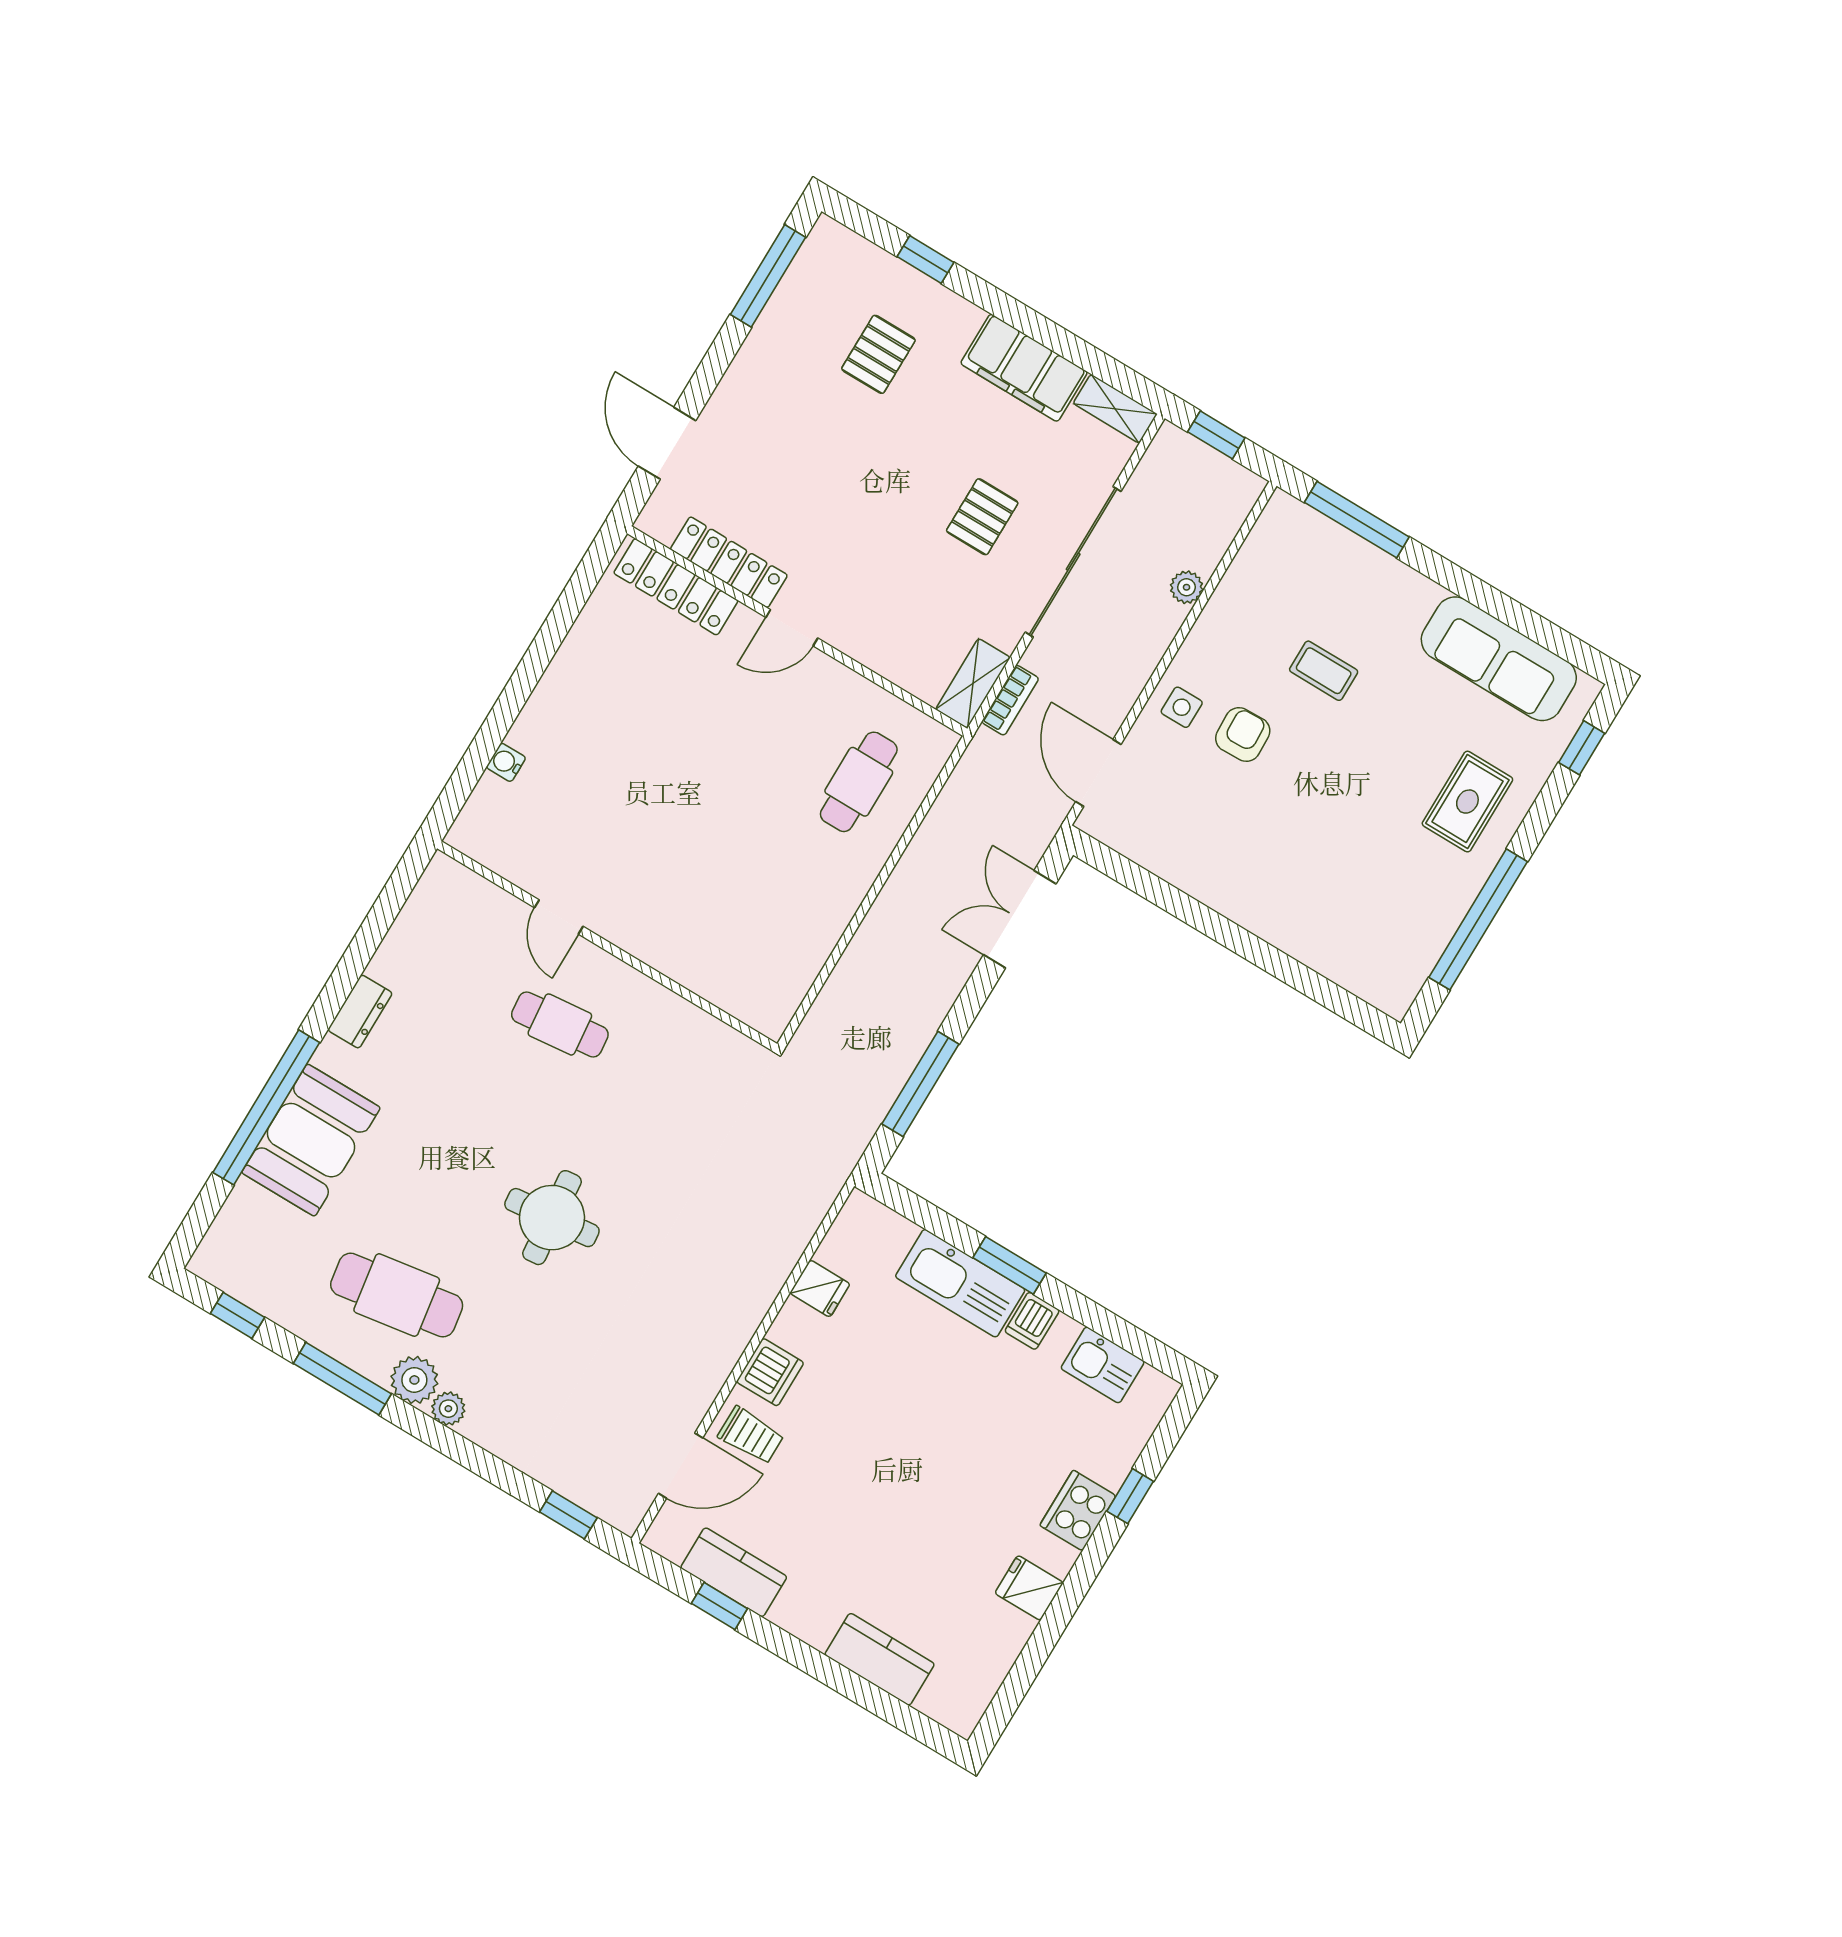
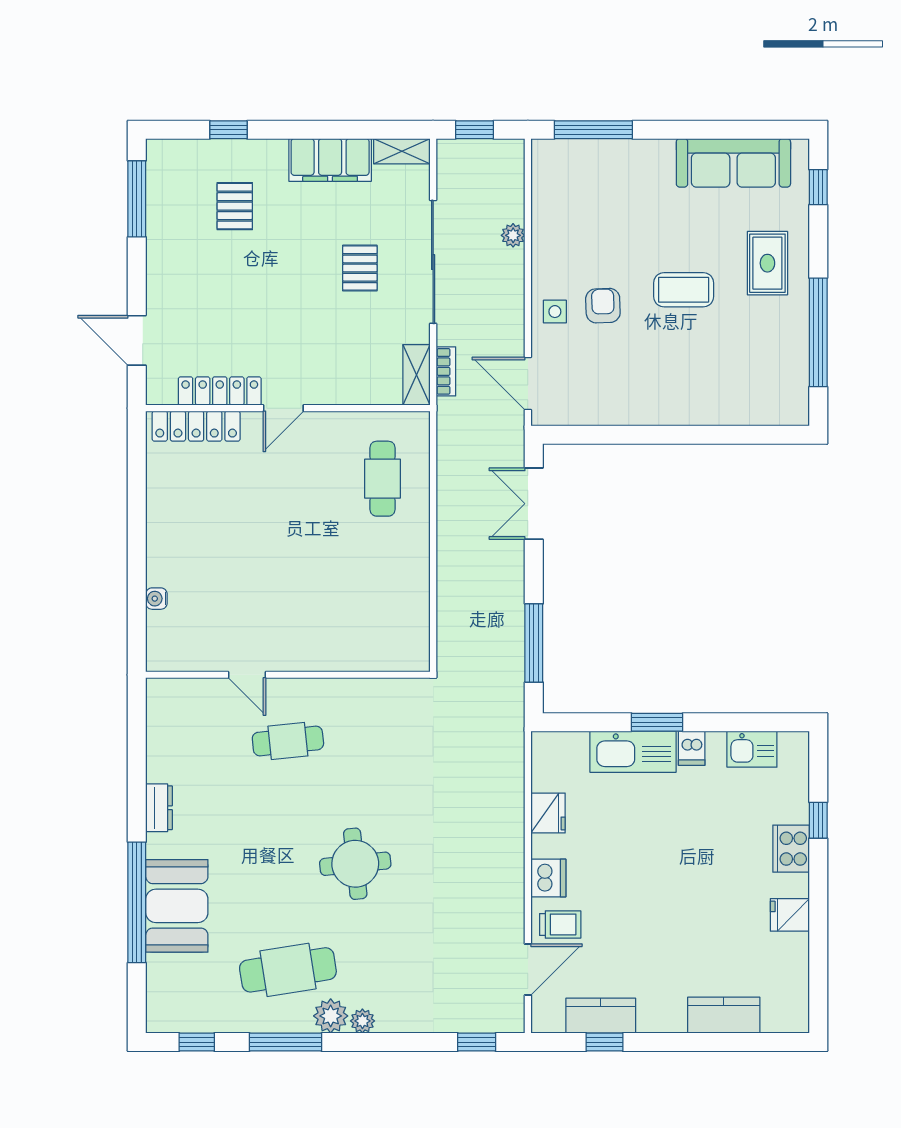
coffee table: (1324, 671) -> (684, 290), moved, width x1.36, depth x1.30
fridge: (820, 1289) -> (548, 813), width x1.38

